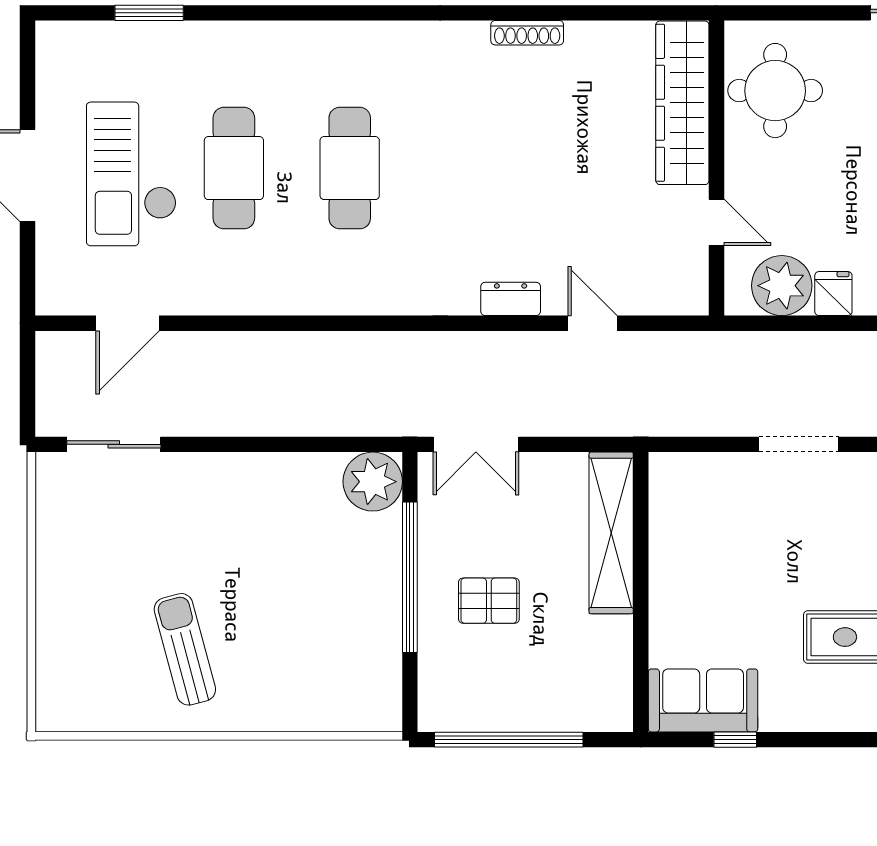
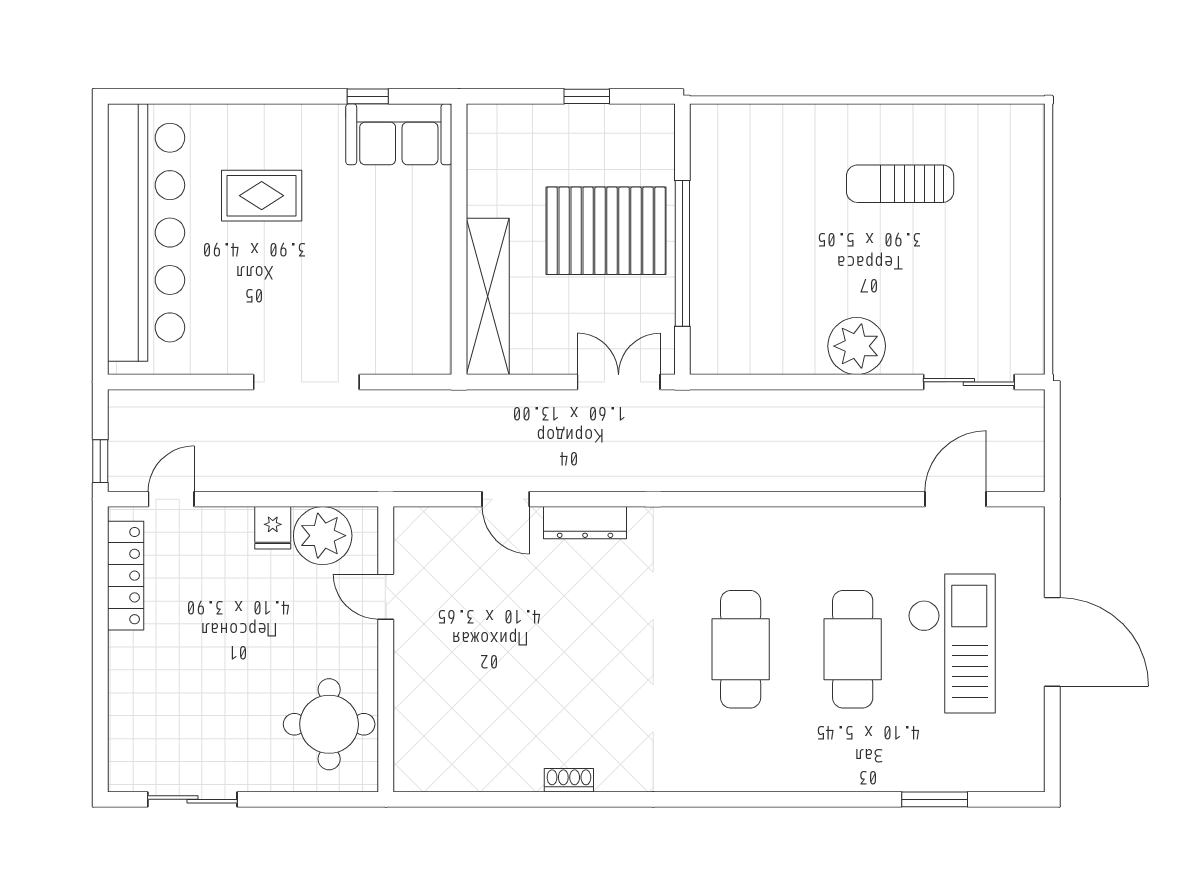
shoe rack: (527, 33) -> (569, 780), width x0.70
wardrobe: (682, 103) -> (419, 712), removed
dresser: (511, 299) -> (585, 523), width x1.44
doorway: (799, 444) -> (306, 382), width x1.36
plant: (373, 482) -> (857, 346), moved
pallet: (489, 601) -> (606, 231), width x2.05, depth x2.00
sun lounger: (185, 649) -> (900, 184), turned 105
window: (509, 740) -> (587, 96), width x0.32

